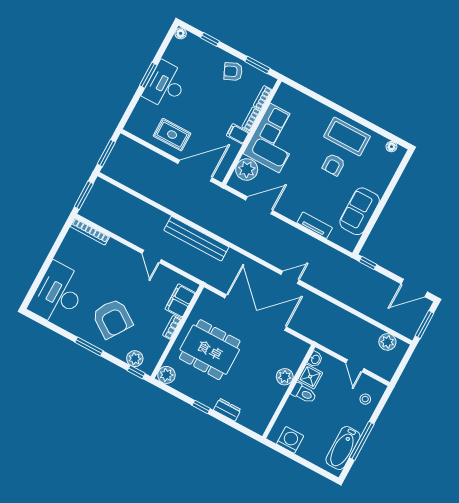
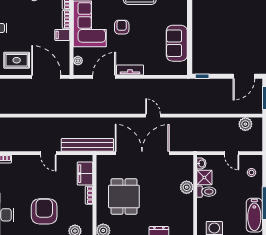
armchair: (334, 165) -> (122, 27), moved, turned 180
plant: (247, 169) -> (78, 61), width x0.53, depth x0.53
door: (195, 171) -> (46, 77), hinge flipped
tv unit: (315, 225) -> (130, 70), moved
bench: (196, 239) -> (87, 145), moved
door: (290, 277) -> (153, 116), hinge flipped
armchair: (112, 318) -> (44, 211), turned -124
dining table: (210, 350) -> (124, 197), width x0.73

